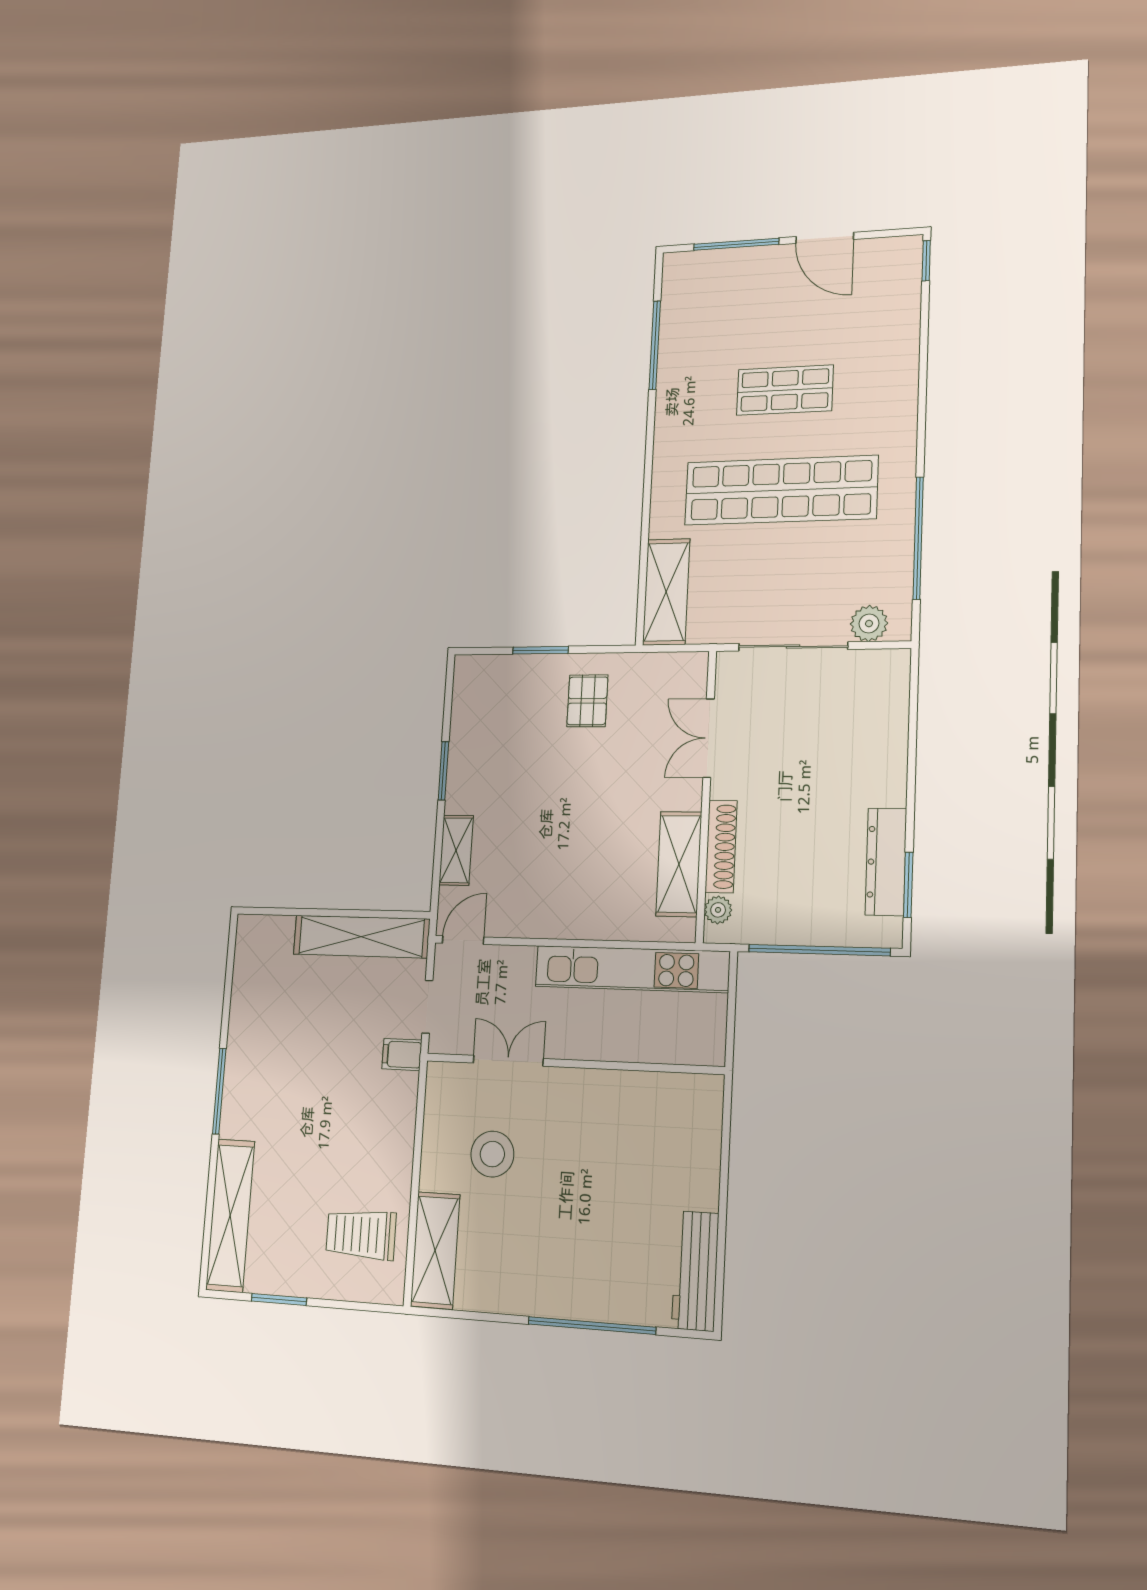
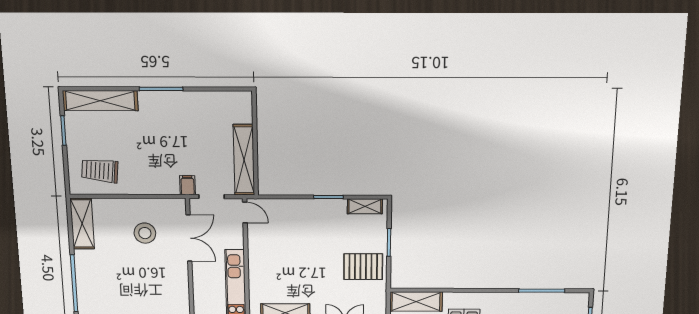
pallet: (587, 701) -> (363, 267), width x1.50, depth x1.42
shelving: (456, 850) -> (365, 206), moved
double door: (508, 1061) -> (189, 238), width x1.37
trolley: (361, 1234) -> (100, 171), turned -84
shelving: (435, 1250) -> (82, 223), moved, turned 90

